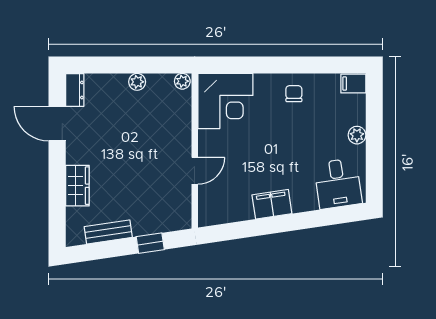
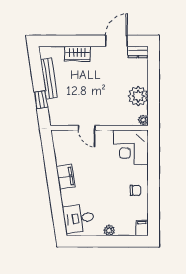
plant: (137, 82) -> (138, 96), width x1.88, depth x1.88
bench: (108, 232) -> (49, 78), width x1.36

